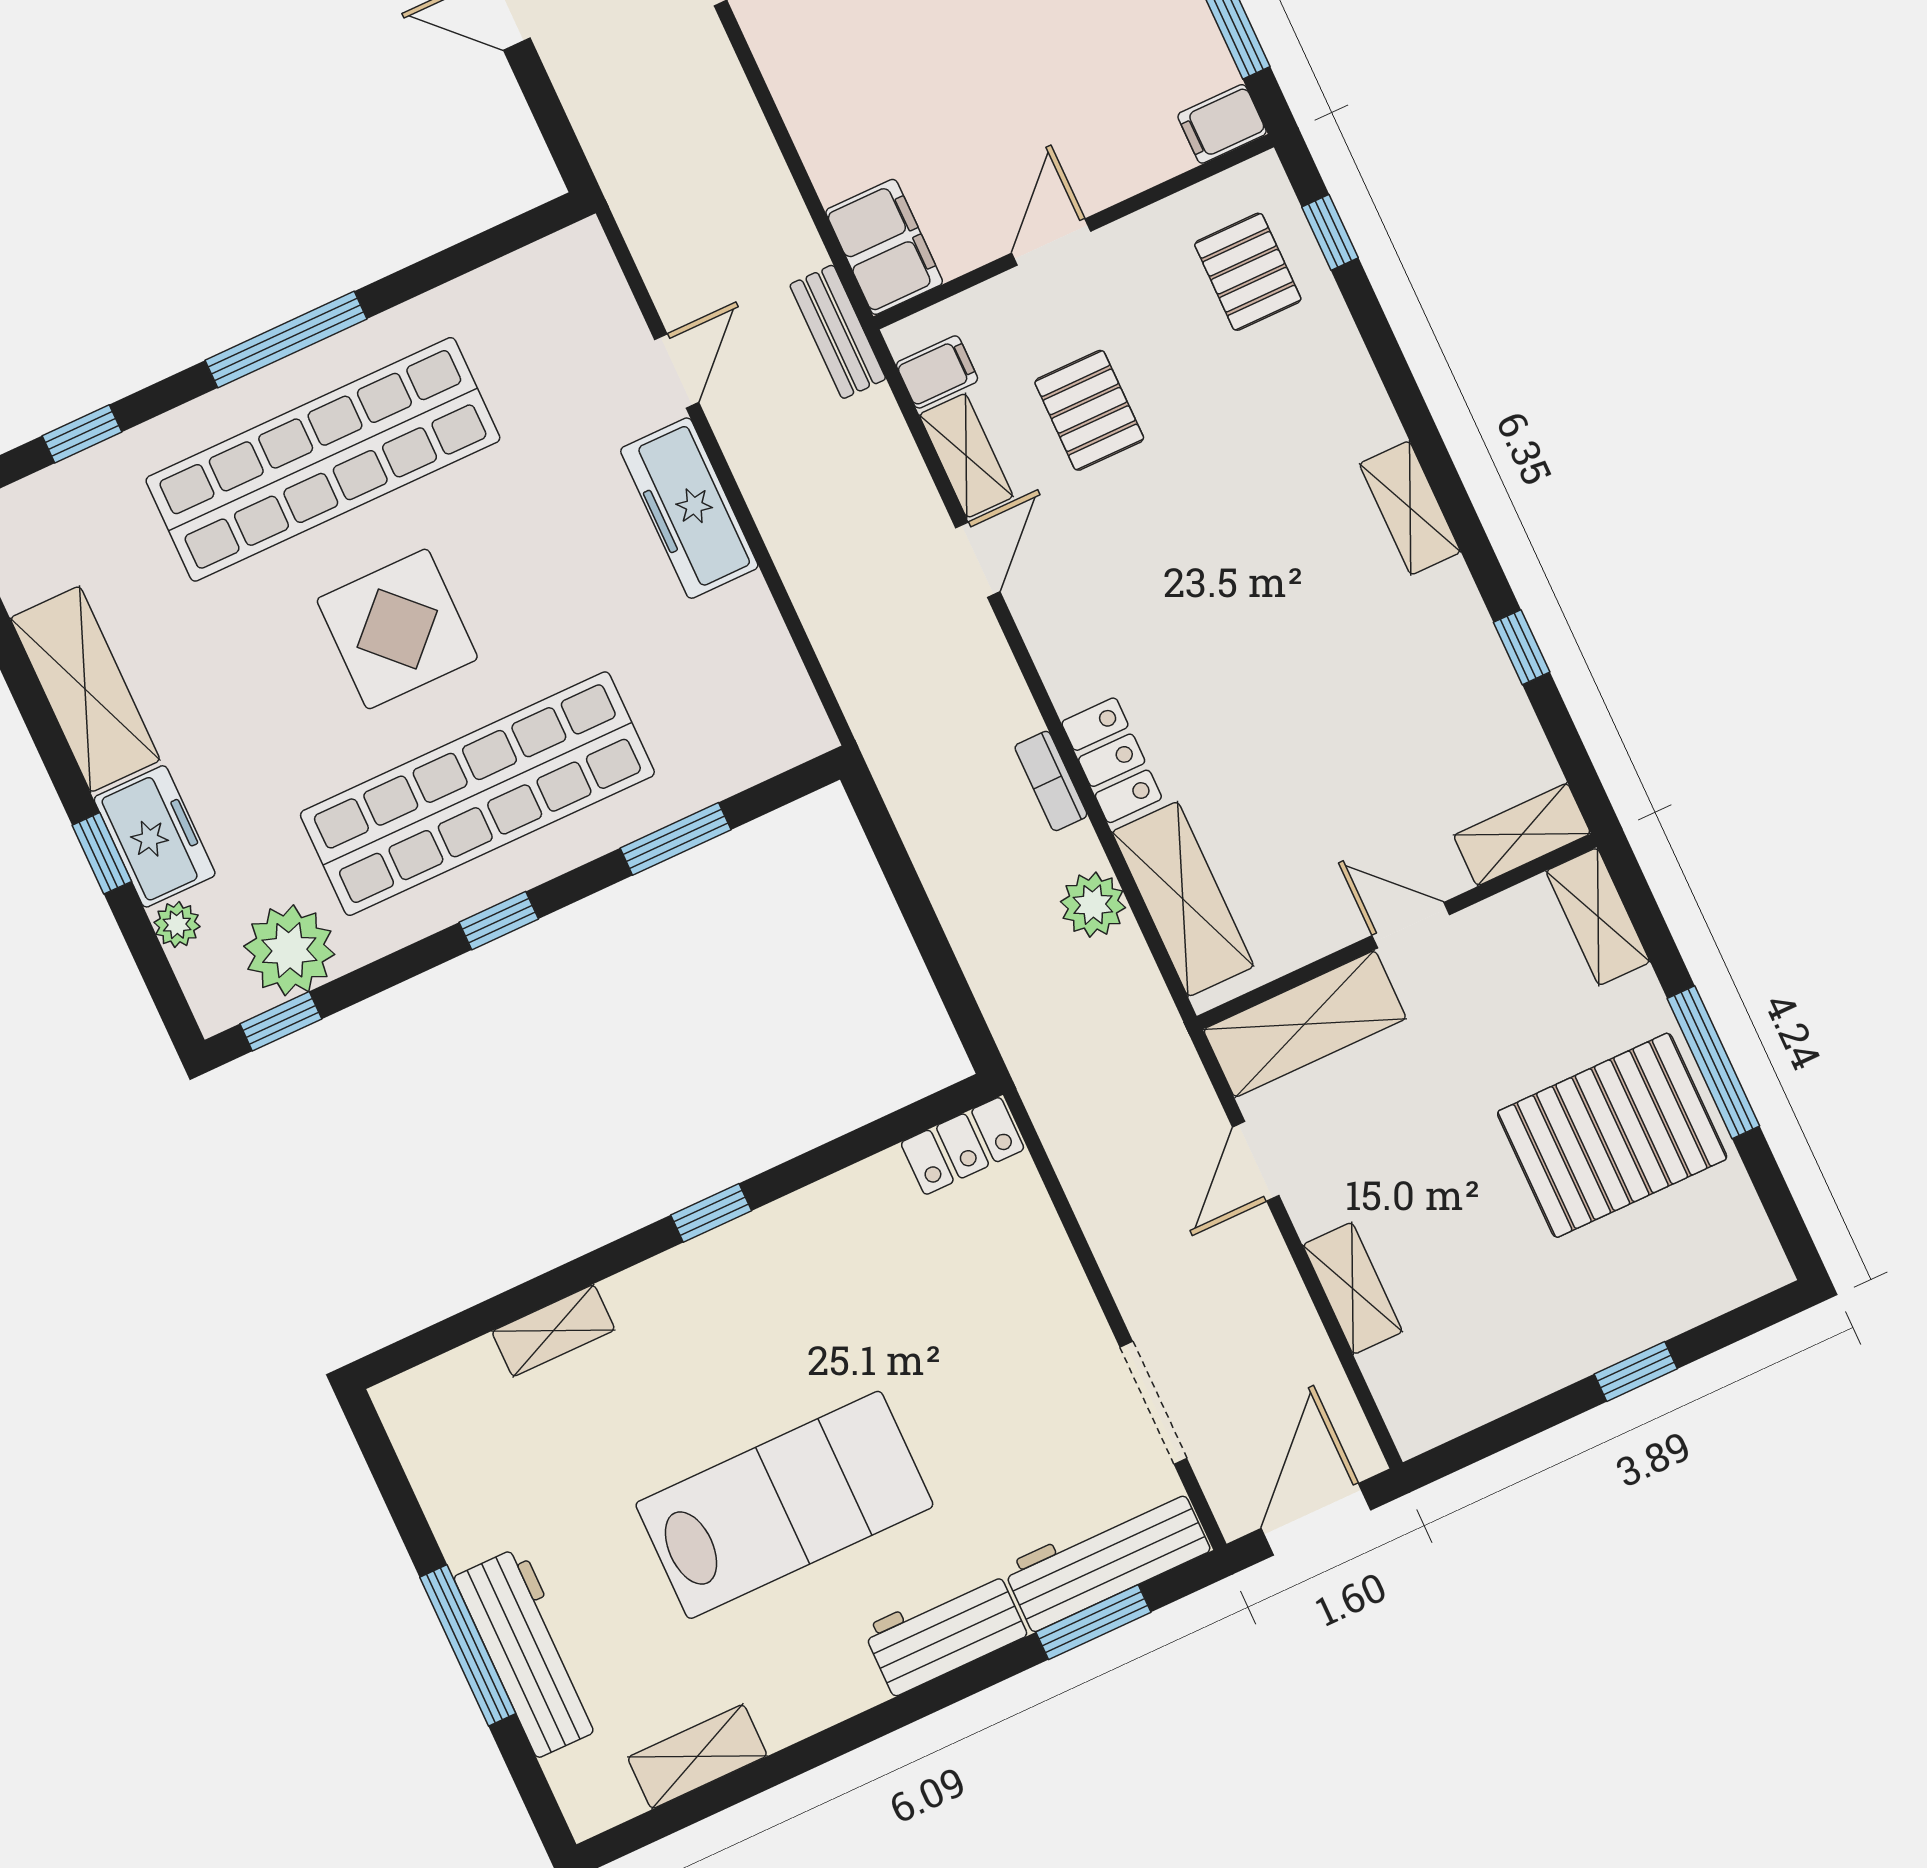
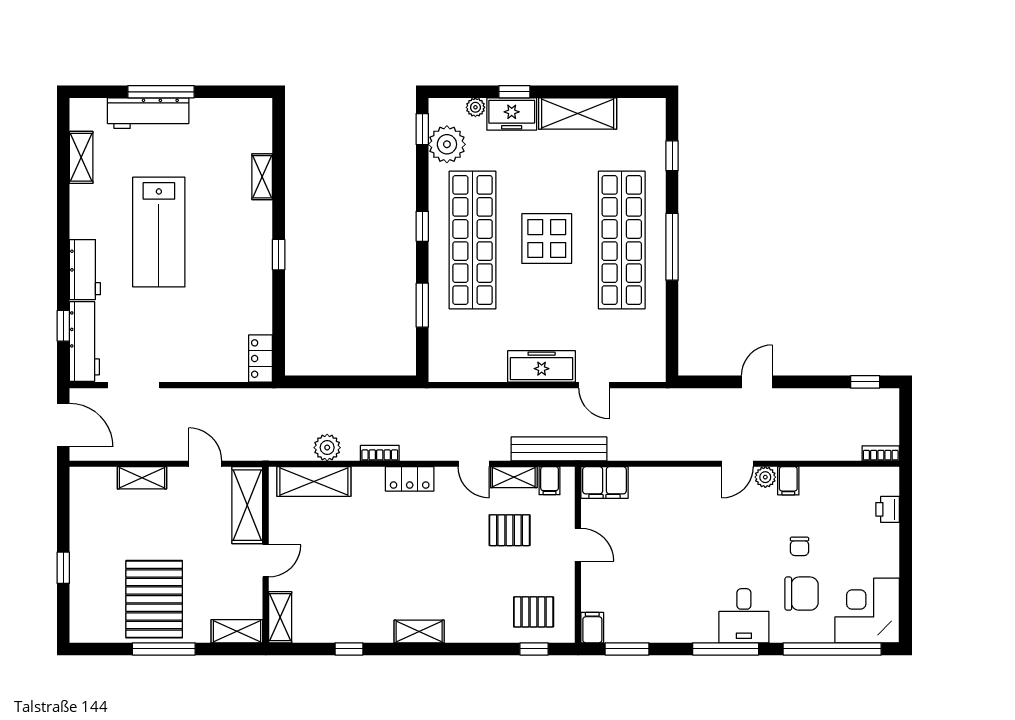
bench: (838, 332) -> (559, 449), width x1.86, depth x1.21
locker: (1112, 760) -> (410, 479), moved
window: (1093, 1622) -> (63, 326), width x0.67

